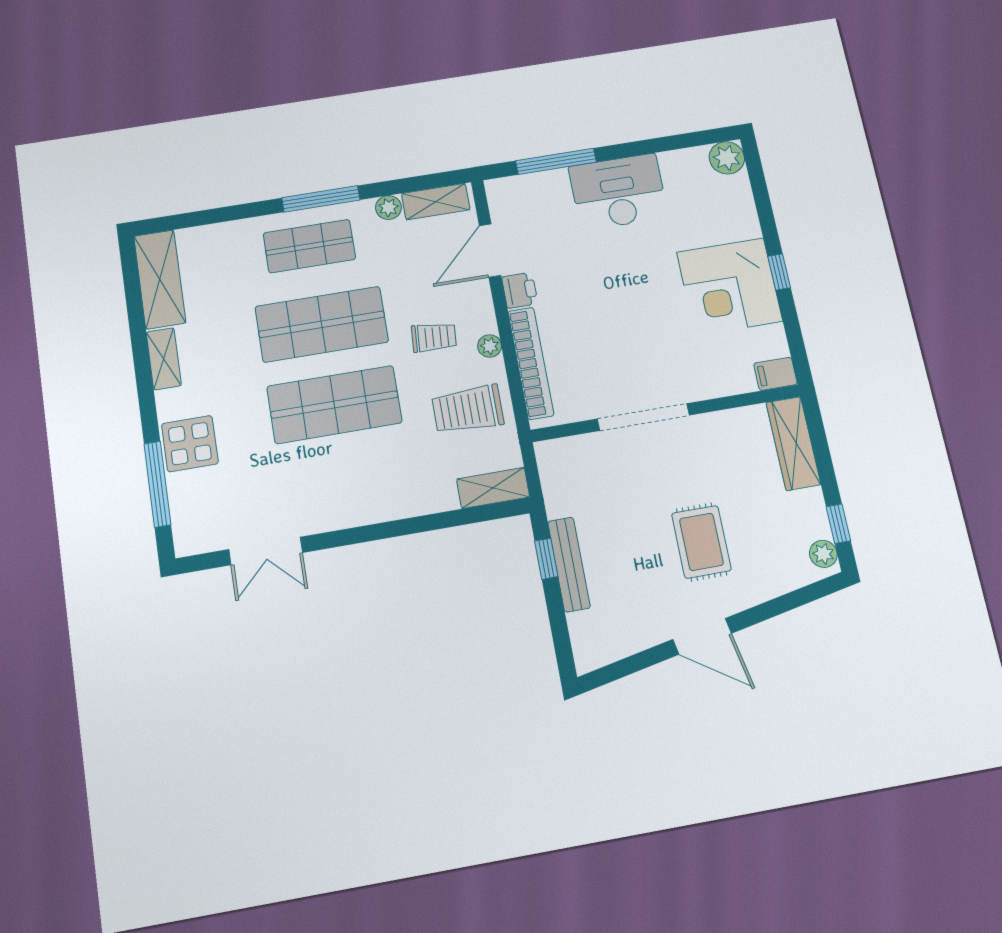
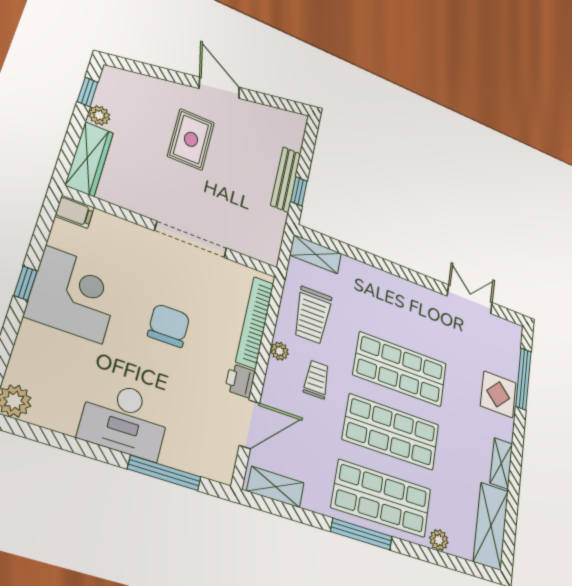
plant: (388, 208) -> (439, 540), moved
shop shelf: (309, 246) -> (382, 498), width x1.43, depth x1.36
chair: (621, 308) -> (169, 325), added
trolley: (434, 337) -> (317, 379), turned 86
trolley: (468, 409) -> (312, 315), turned 90
plant: (823, 554) -> (99, 115), moved

